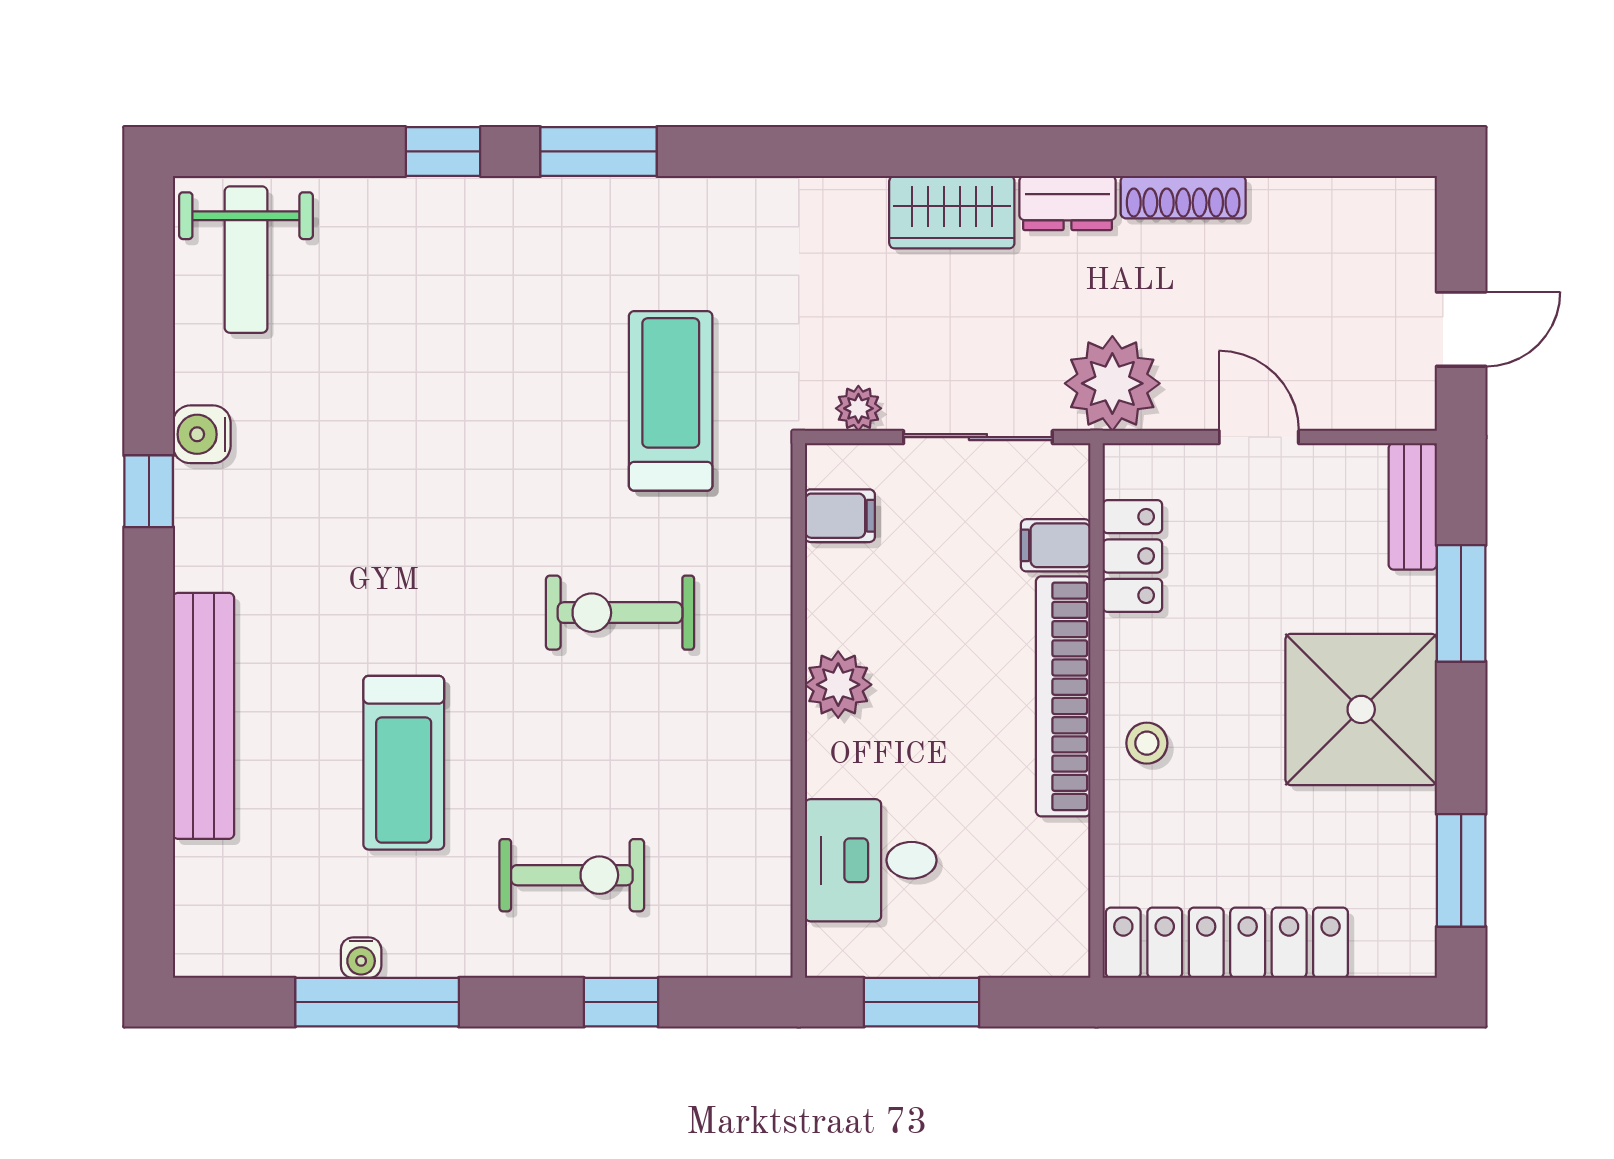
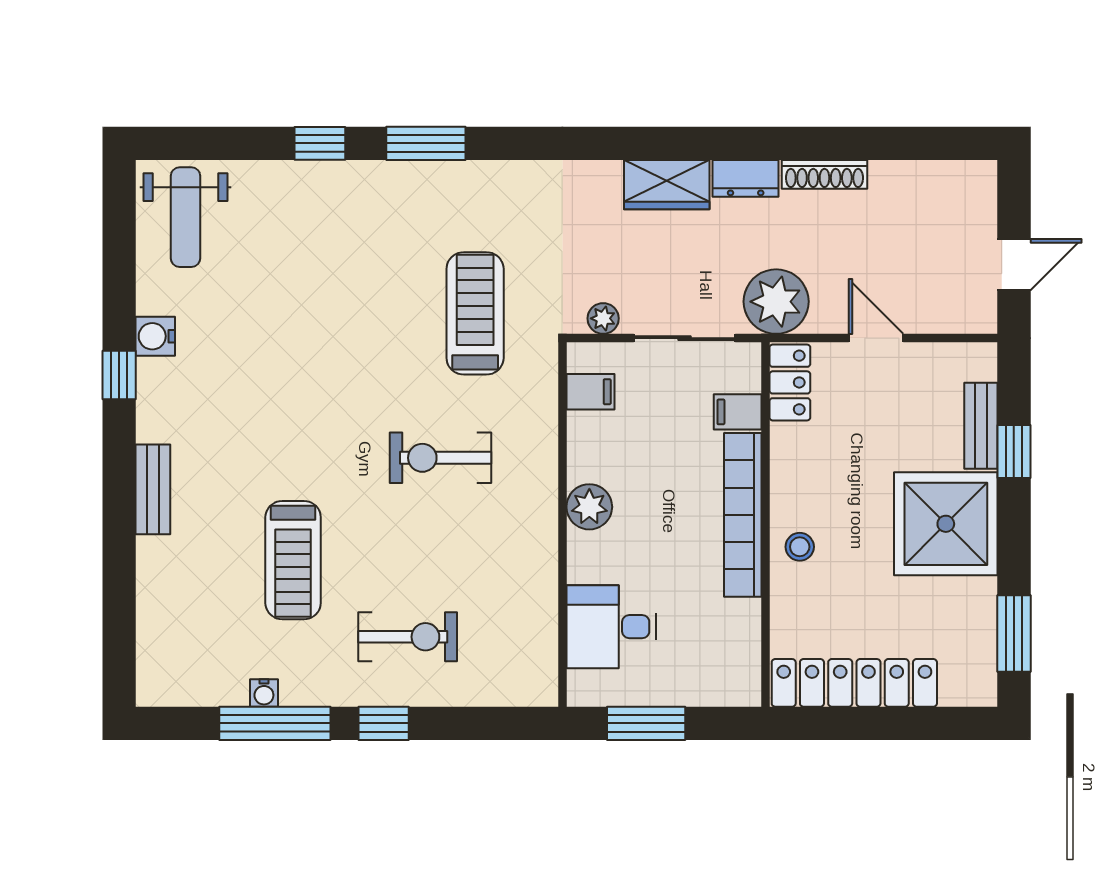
bench: (1413, 506) -> (981, 426), moved
locker: (1132, 556) -> (790, 382), moved
window: (1461, 603) -> (1014, 451), width x0.67
bench: (204, 716) -> (153, 489), width x0.54, depth x0.82
window: (621, 1002) -> (384, 723), moved

